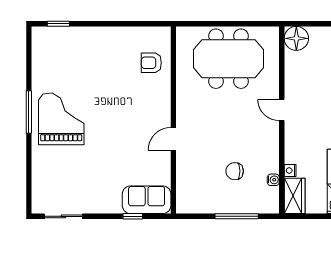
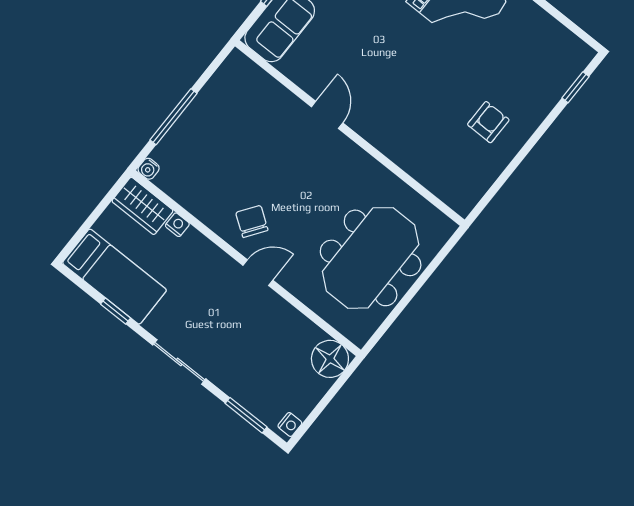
armchair: (151, 63) -> (488, 122), moved
chair: (235, 171) -> (252, 221), moved, turned -55
water cooler: (273, 180) -> (149, 169), moved

